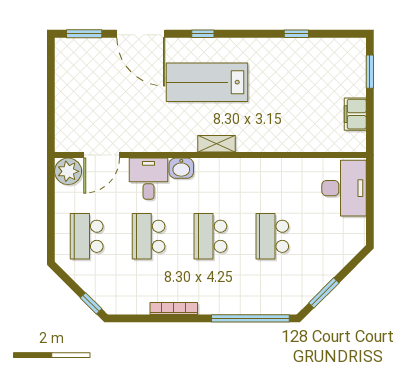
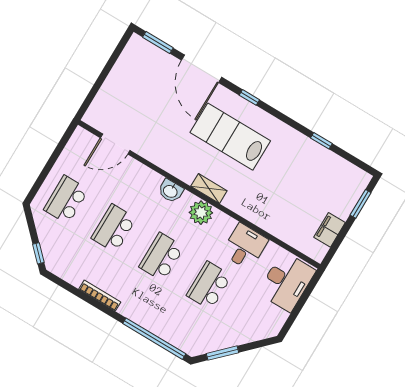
plant: (68, 171) -> (201, 213), moved
desk: (149, 179) -> (245, 247), moved

